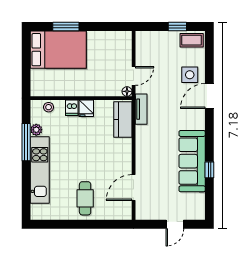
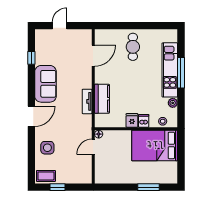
bed: (58, 50) -> (155, 145), moved
door: (209, 96) -> (31, 116), moved
tv unit: (141, 109) -> (87, 101), moved
kitchen counter: (123, 119) -> (102, 99), moved
window: (26, 142) -> (181, 73), moved
sofa: (192, 161) -> (45, 84), width x0.73
window: (209, 170) -> (31, 58), moved

